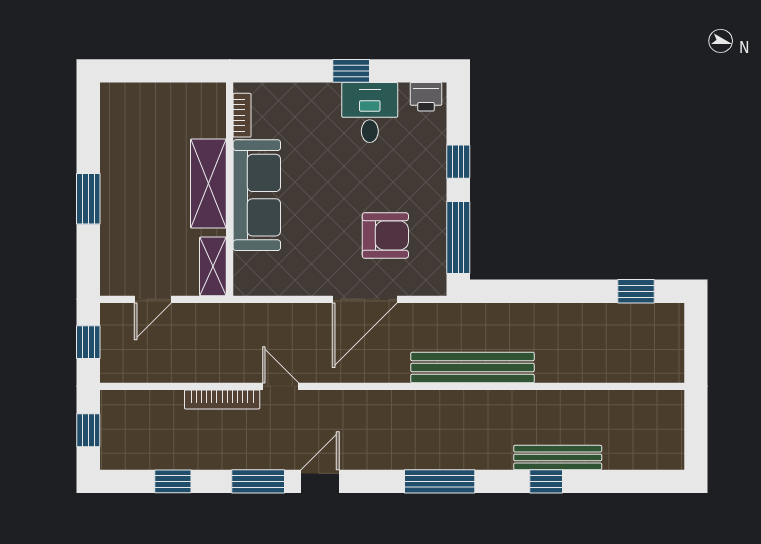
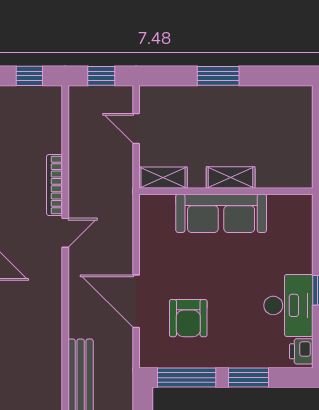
desk: (370, 113) -> (288, 305), width x1.37
bookcase: (242, 115) -> (286, 201), removed
window: (458, 162) -> (248, 378), width x1.50
shelving: (208, 184) -> (231, 177), width x0.67, depth x0.75

